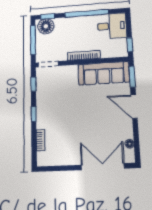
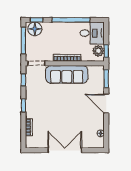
plant: (121, 45) -> (98, 51), added
sofa: (104, 73) -> (67, 74), moved
double door: (103, 167) -> (65, 150), moved

